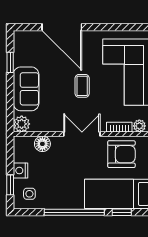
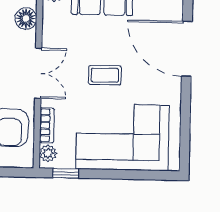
door: (62, 27) -> (187, 49), hinge flipped

